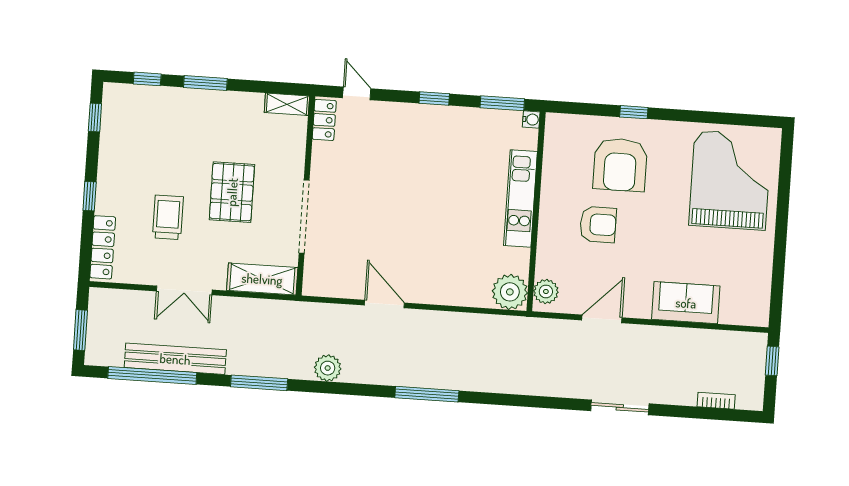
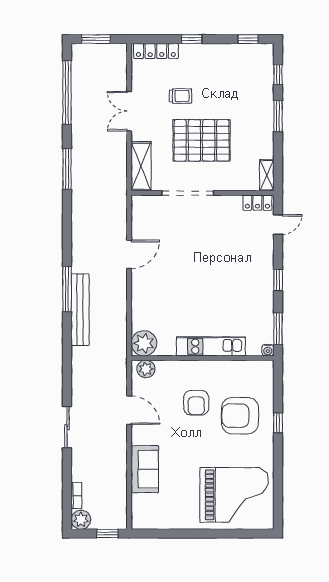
pallet: (232, 192) -> (202, 140), width x1.37, depth x1.41
trolley: (168, 217) -> (180, 96), width x0.73, depth x0.72
bench: (175, 359) -> (80, 310), moved
plant: (328, 368) -> (81, 520), moved

